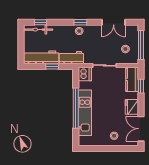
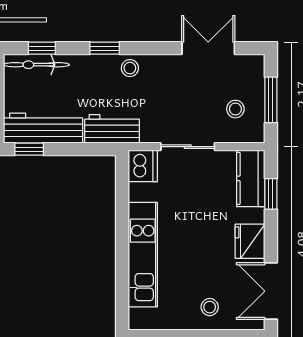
window: (80, 22) -> (105, 48), moved
double door: (114, 22) -> (208, 48), swing flipped
window: (141, 45) -> (271, 100), width x0.69
window: (52, 66) -> (29, 149), moved
window: (76, 108) -> (122, 244), removed

